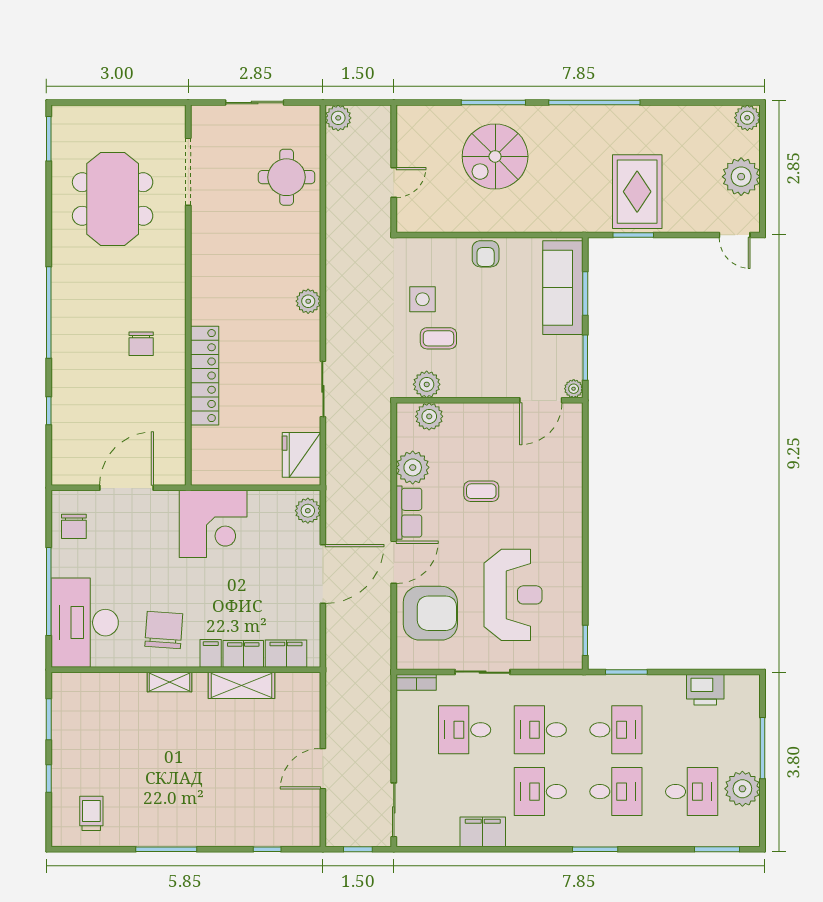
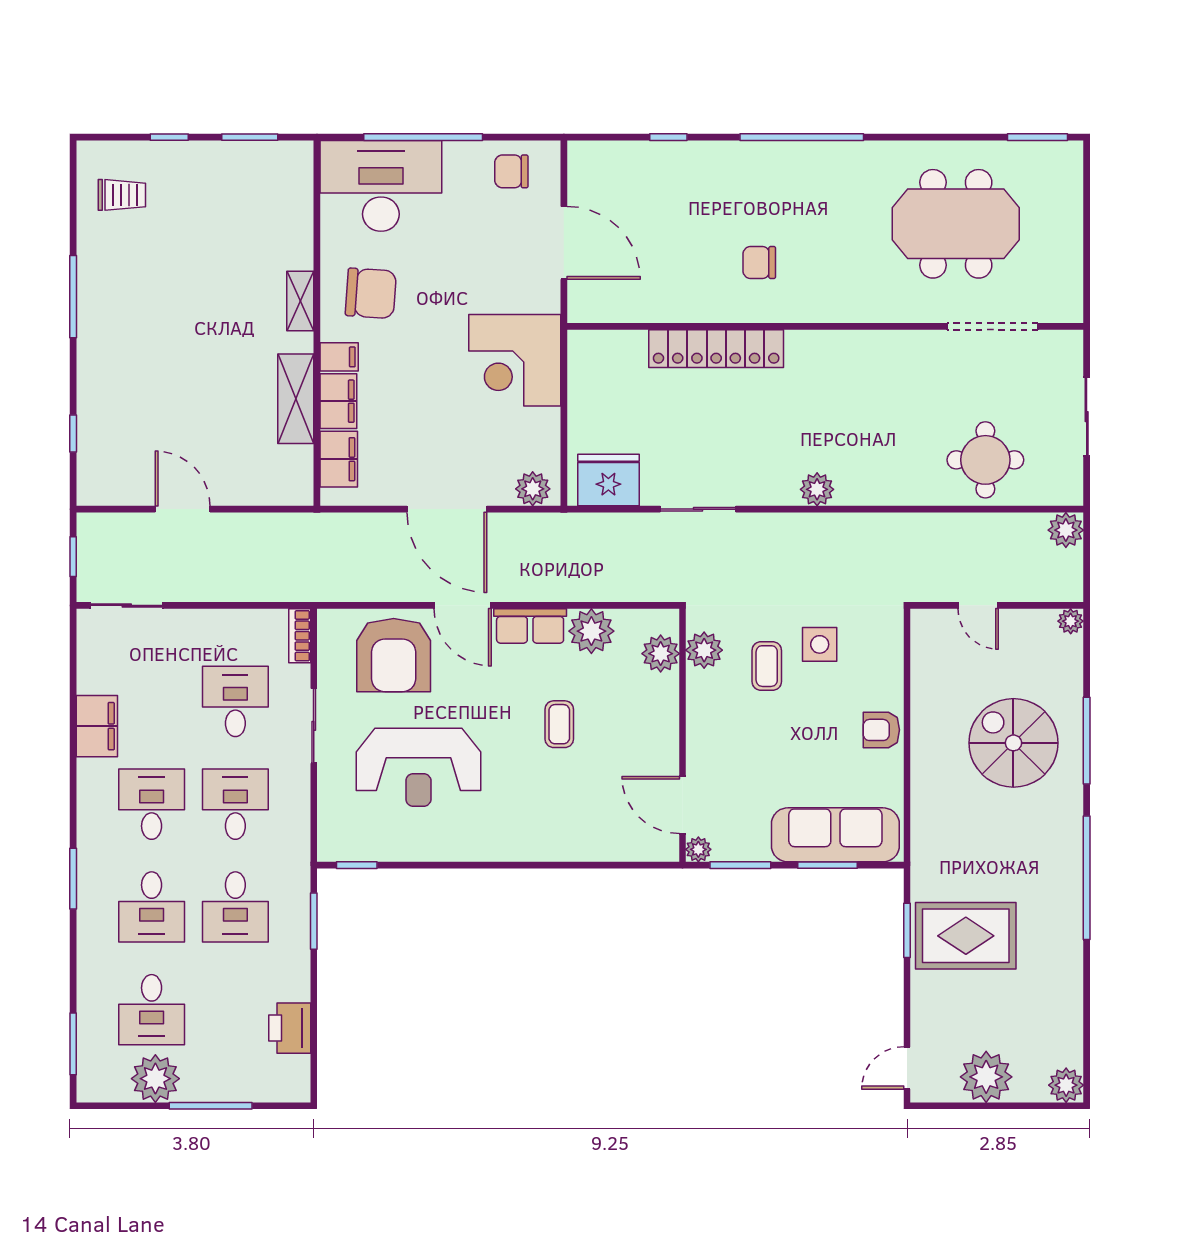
plant: (405, 114) -> (1071, 621), added

